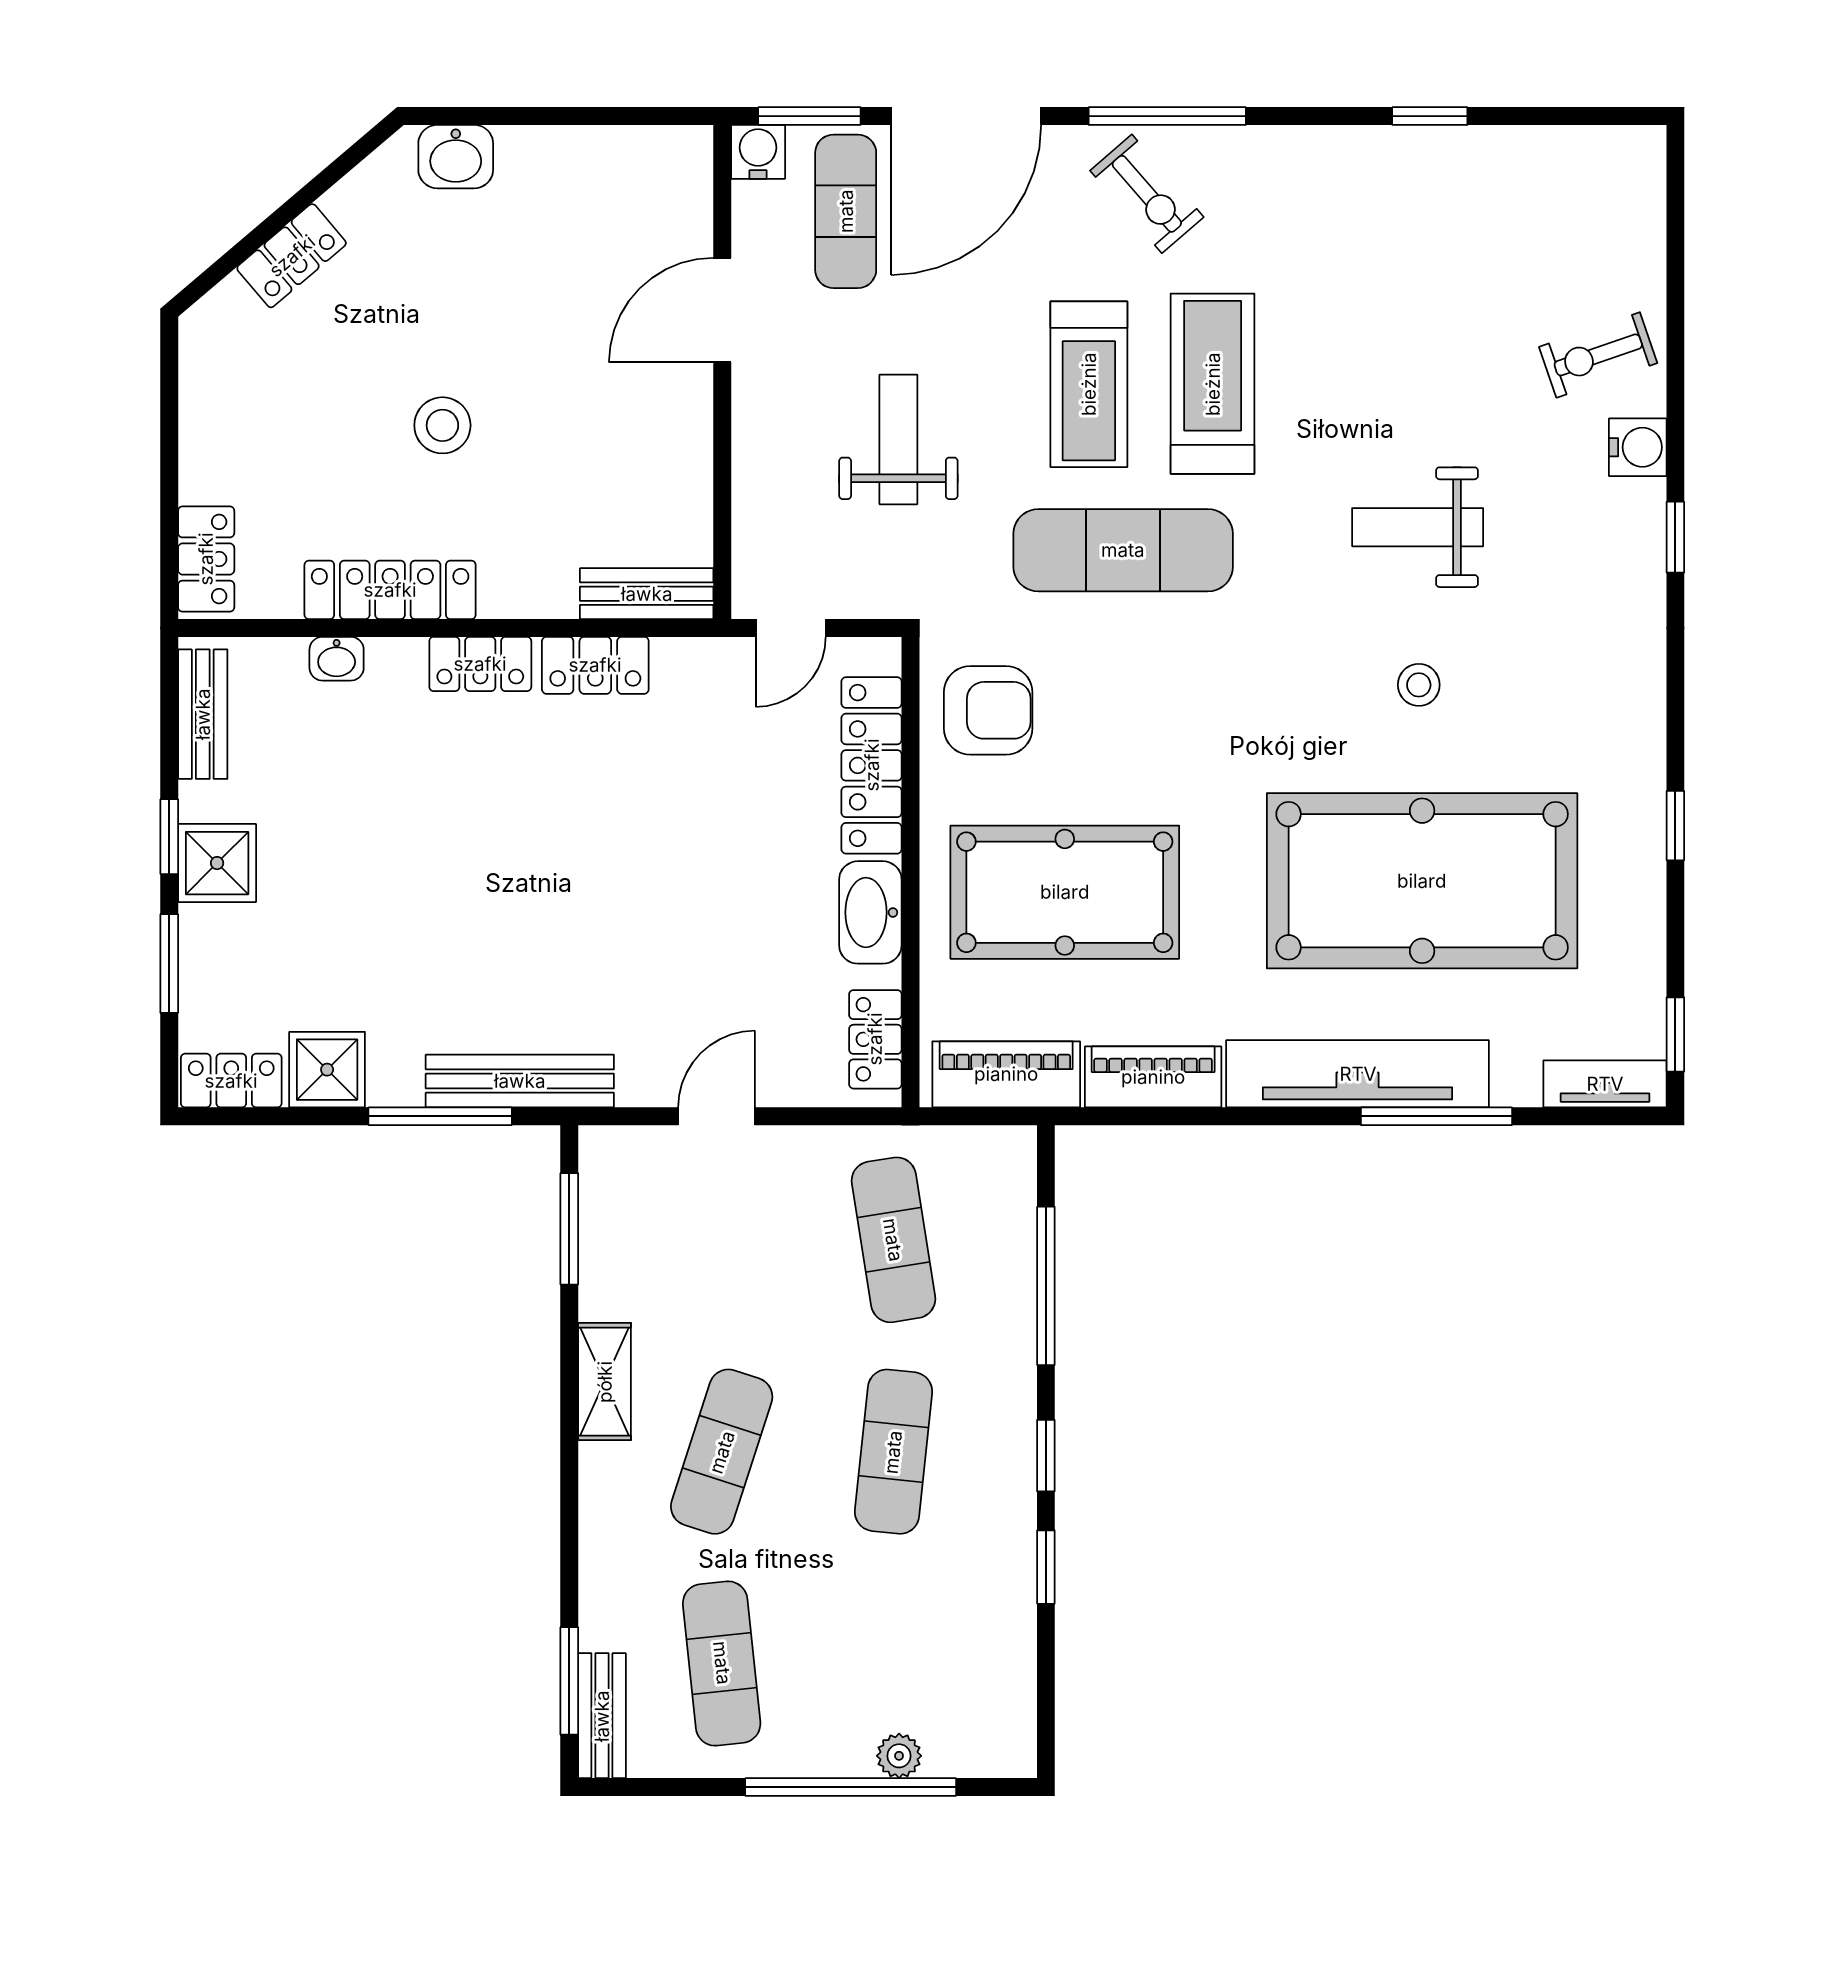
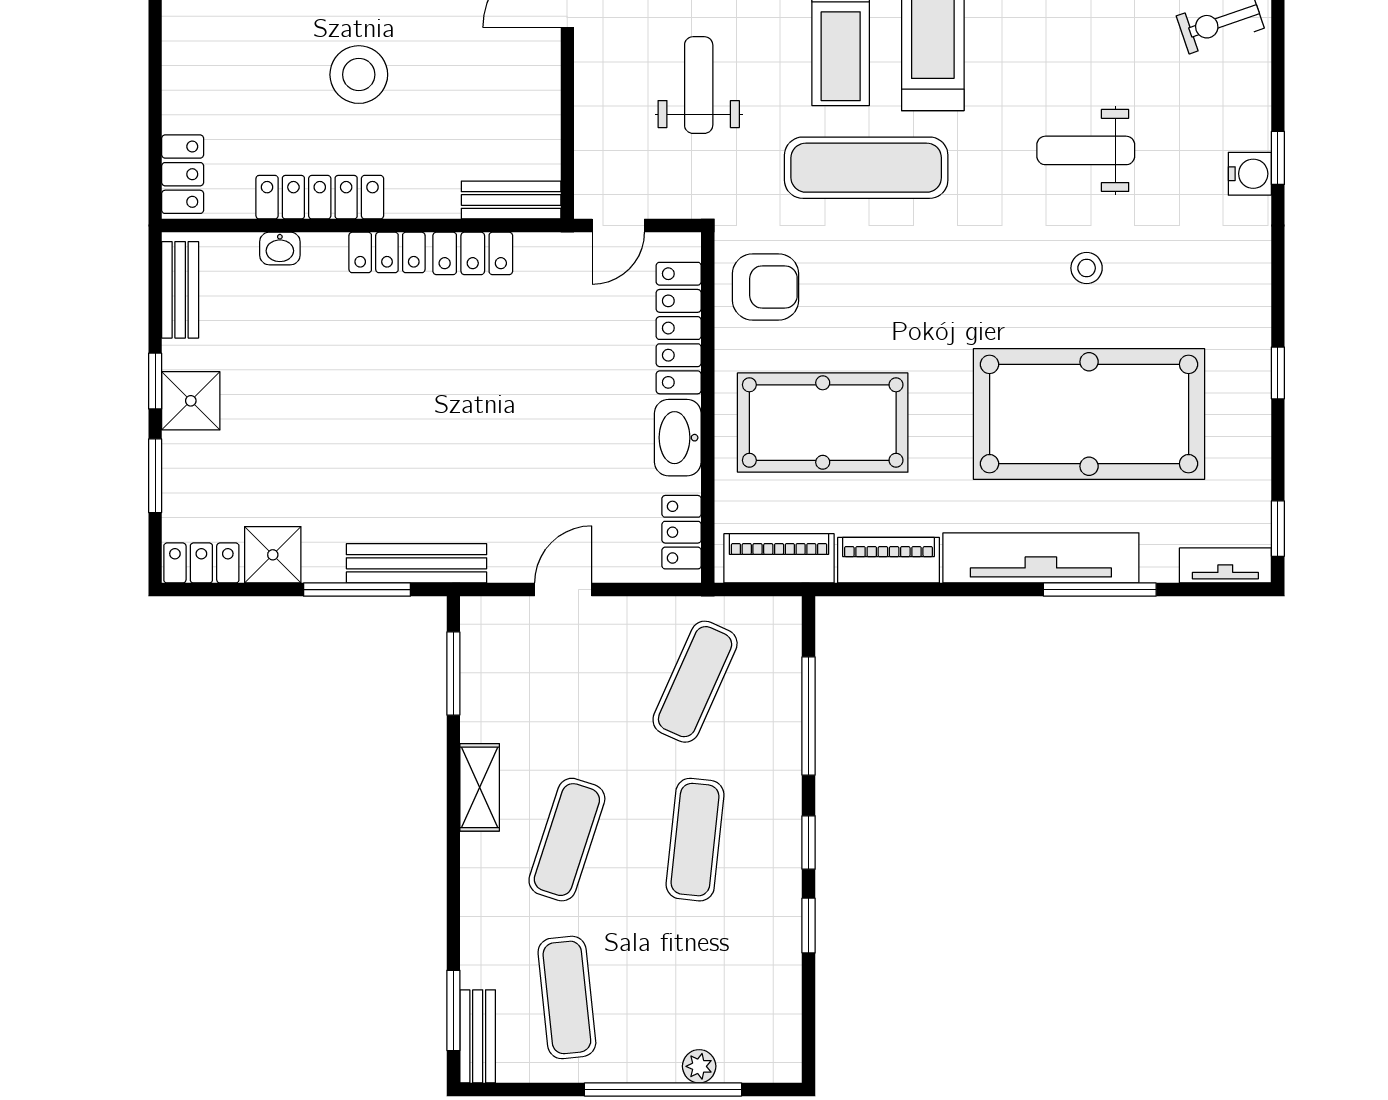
stool: (442, 425) -> (359, 75), width x1.38, depth x1.38
water cooler: (1638, 447) -> (1250, 174), moved
exercise mat: (893, 1240) -> (695, 682), turned 33

